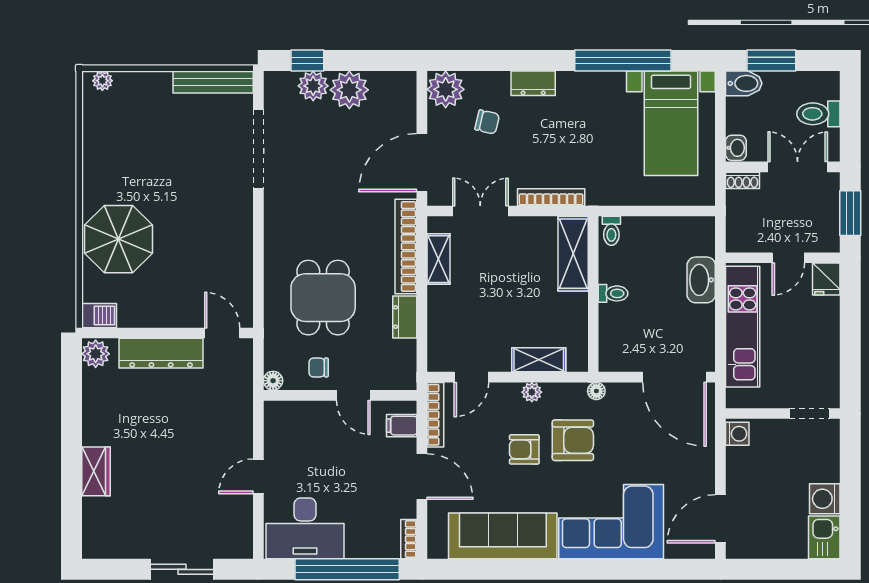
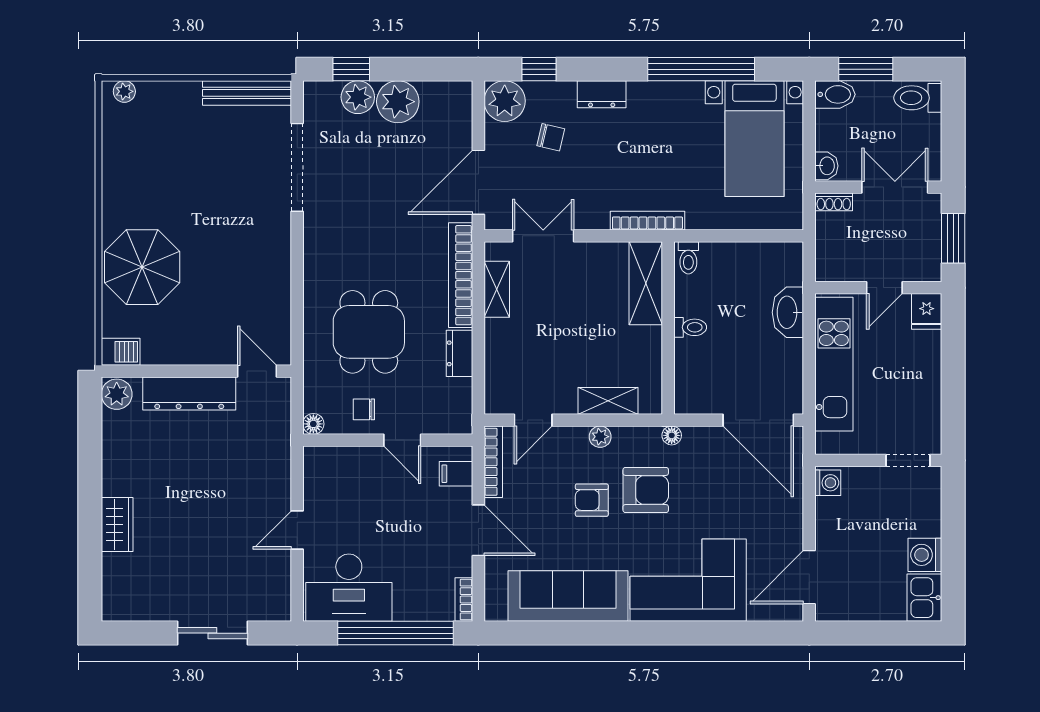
window: (477, 60) -> (539, 69), added
toilet: (818, 114) -> (918, 98), moved
bookcase: (551, 197) -> (647, 221), moved

